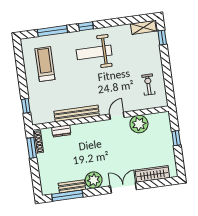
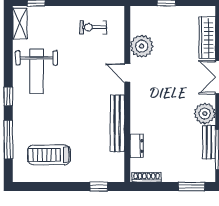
weight bench: (94, 52) -> (37, 71), moved
window: (32, 148) -> (191, 187), moved

